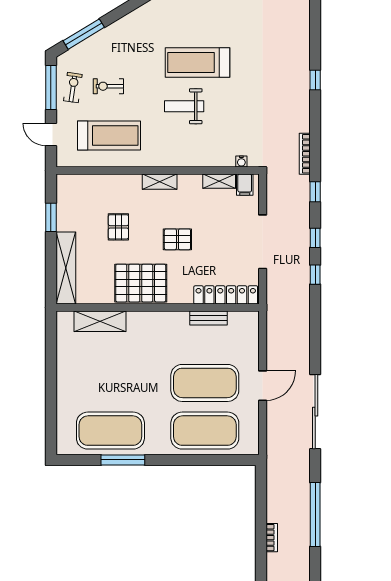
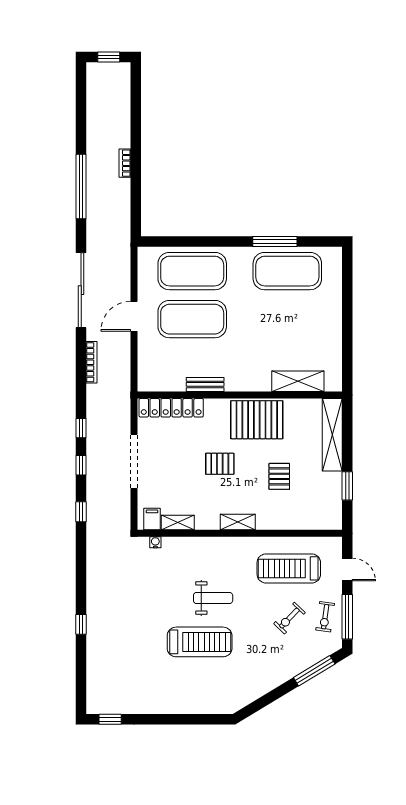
exercise bike: (108, 86) -> (289, 618), turned 134
bookcase: (305, 154) -> (92, 362), moved
bench: (208, 318) -> (205, 384), moved

